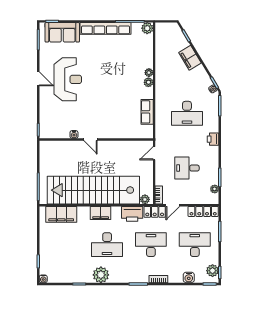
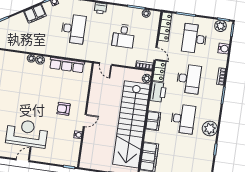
filing cabinet: (190, 58) -> (35, 14), moved
row of seats: (147, 112) -> (67, 65), width x1.48
armchair: (100, 115) -> (64, 109), added
desk: (151, 245) -> (189, 79), turned 180

